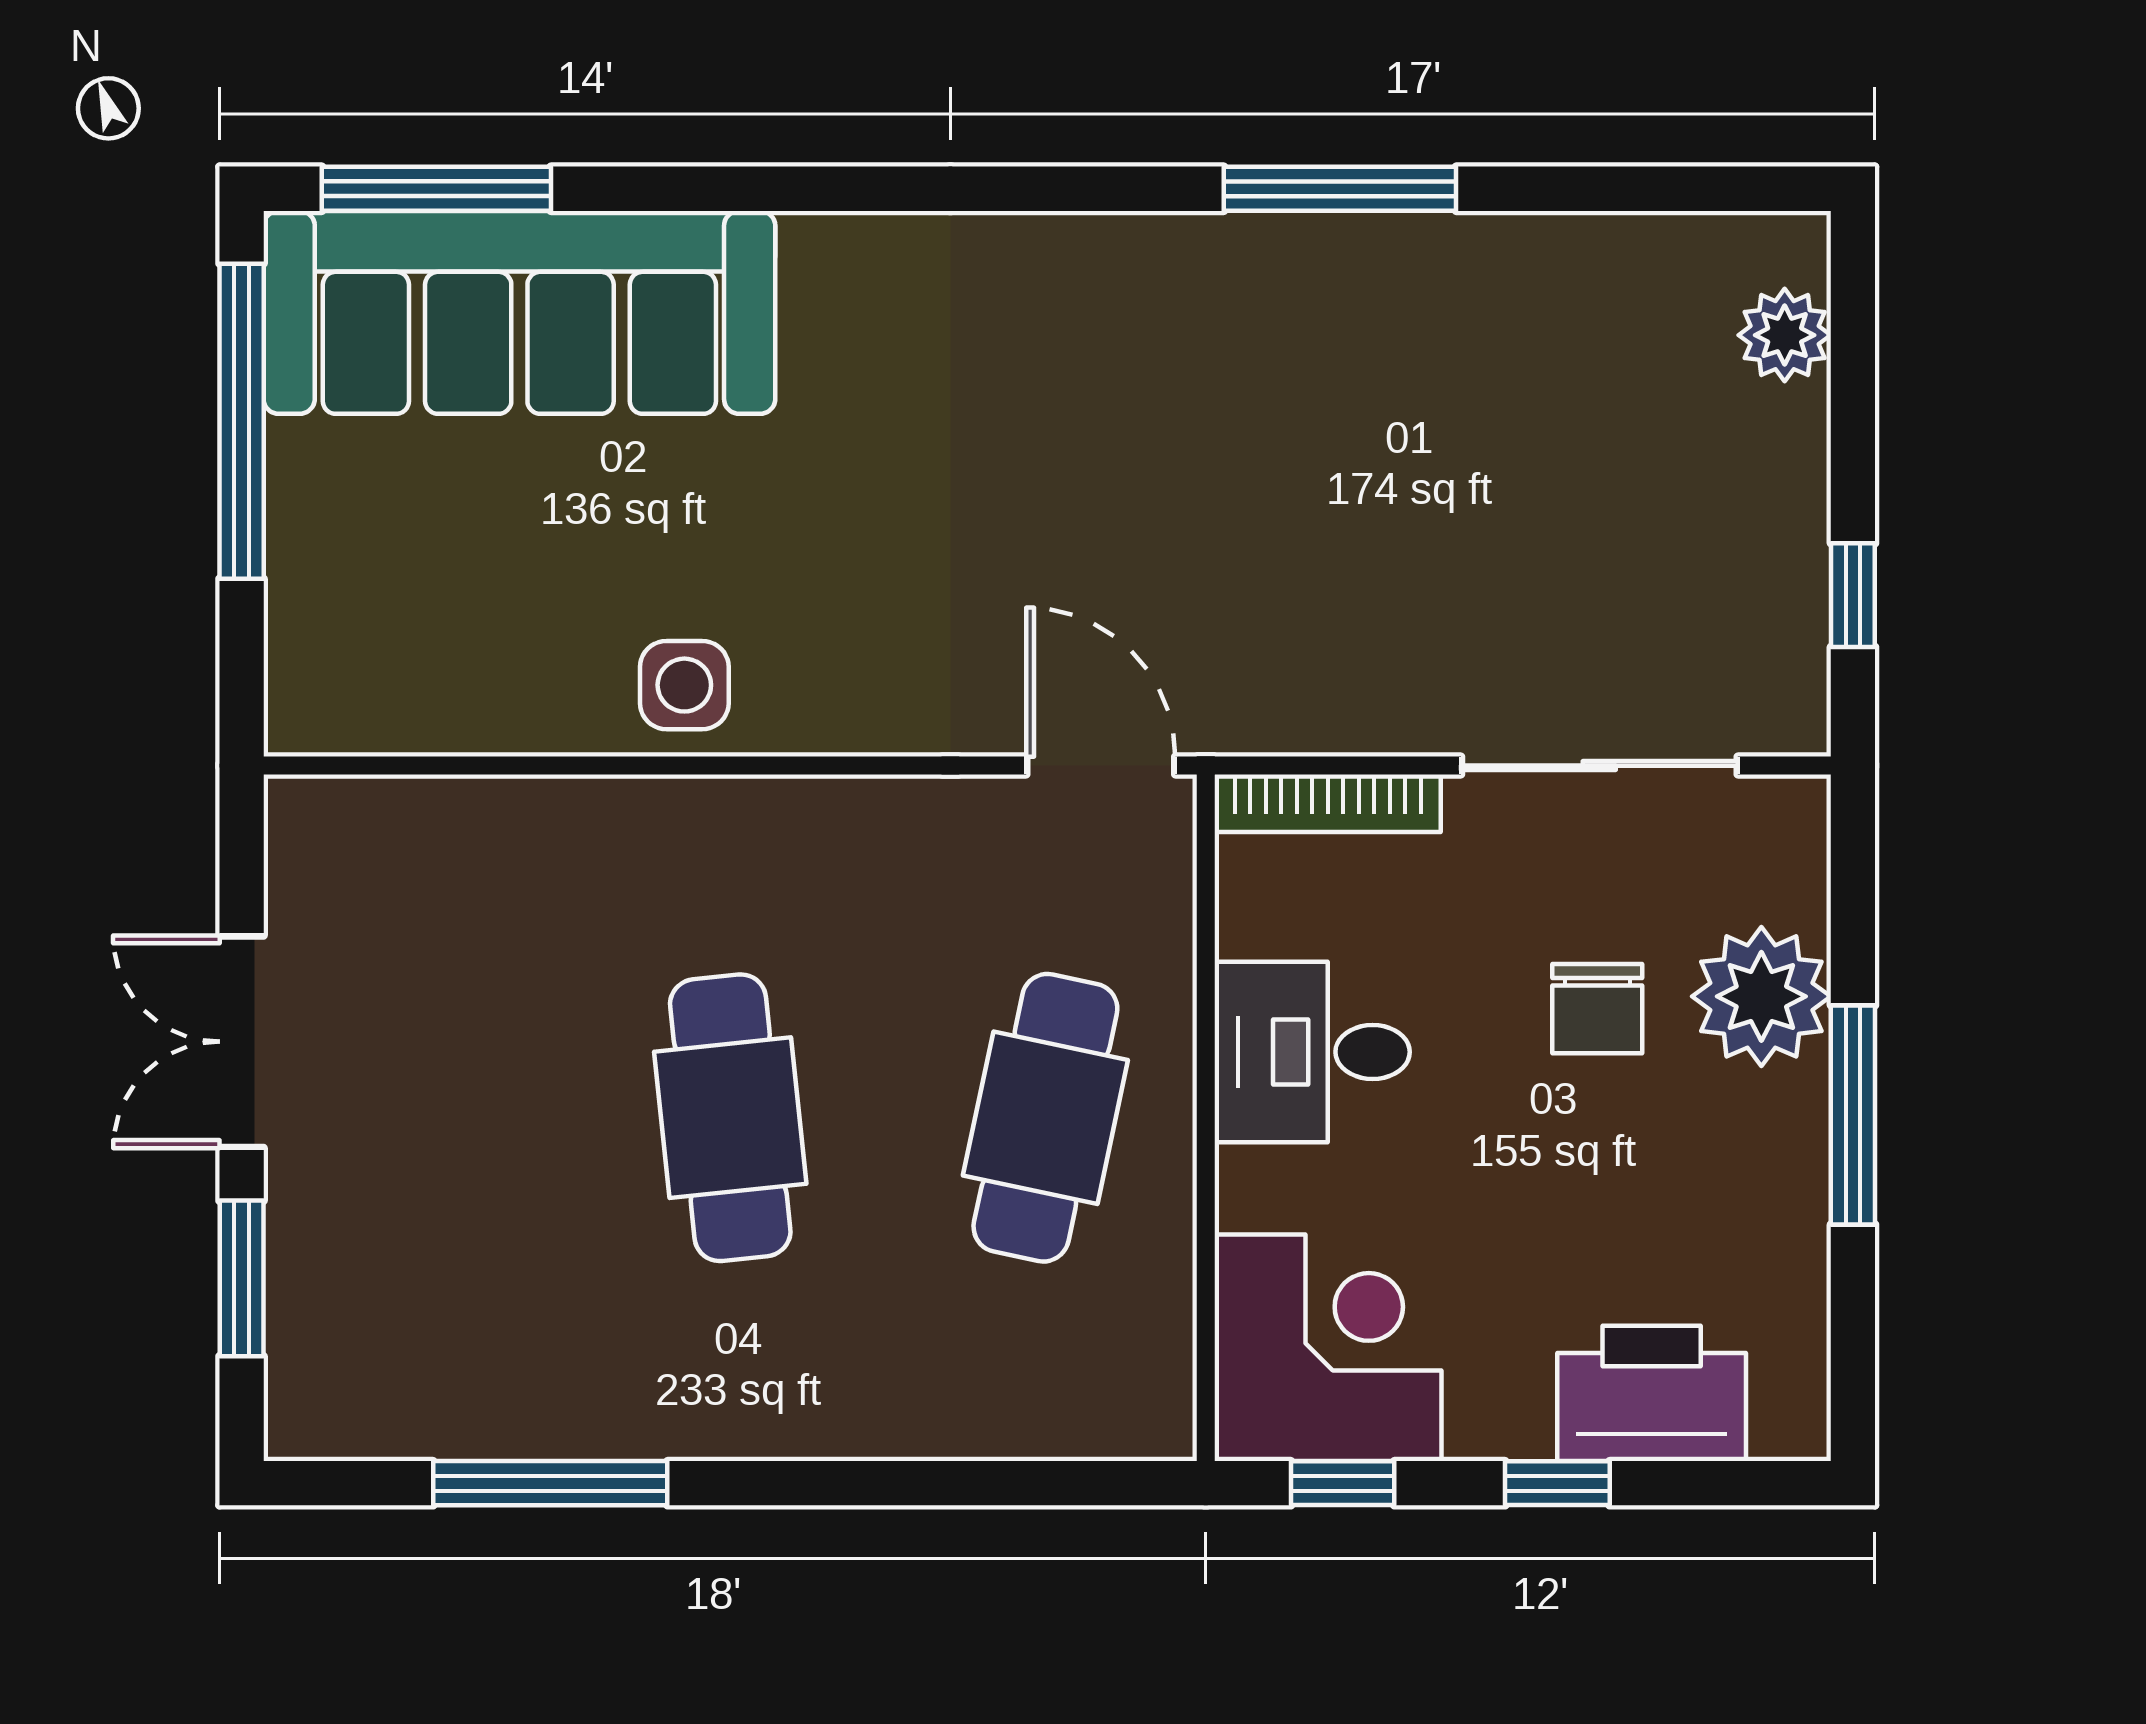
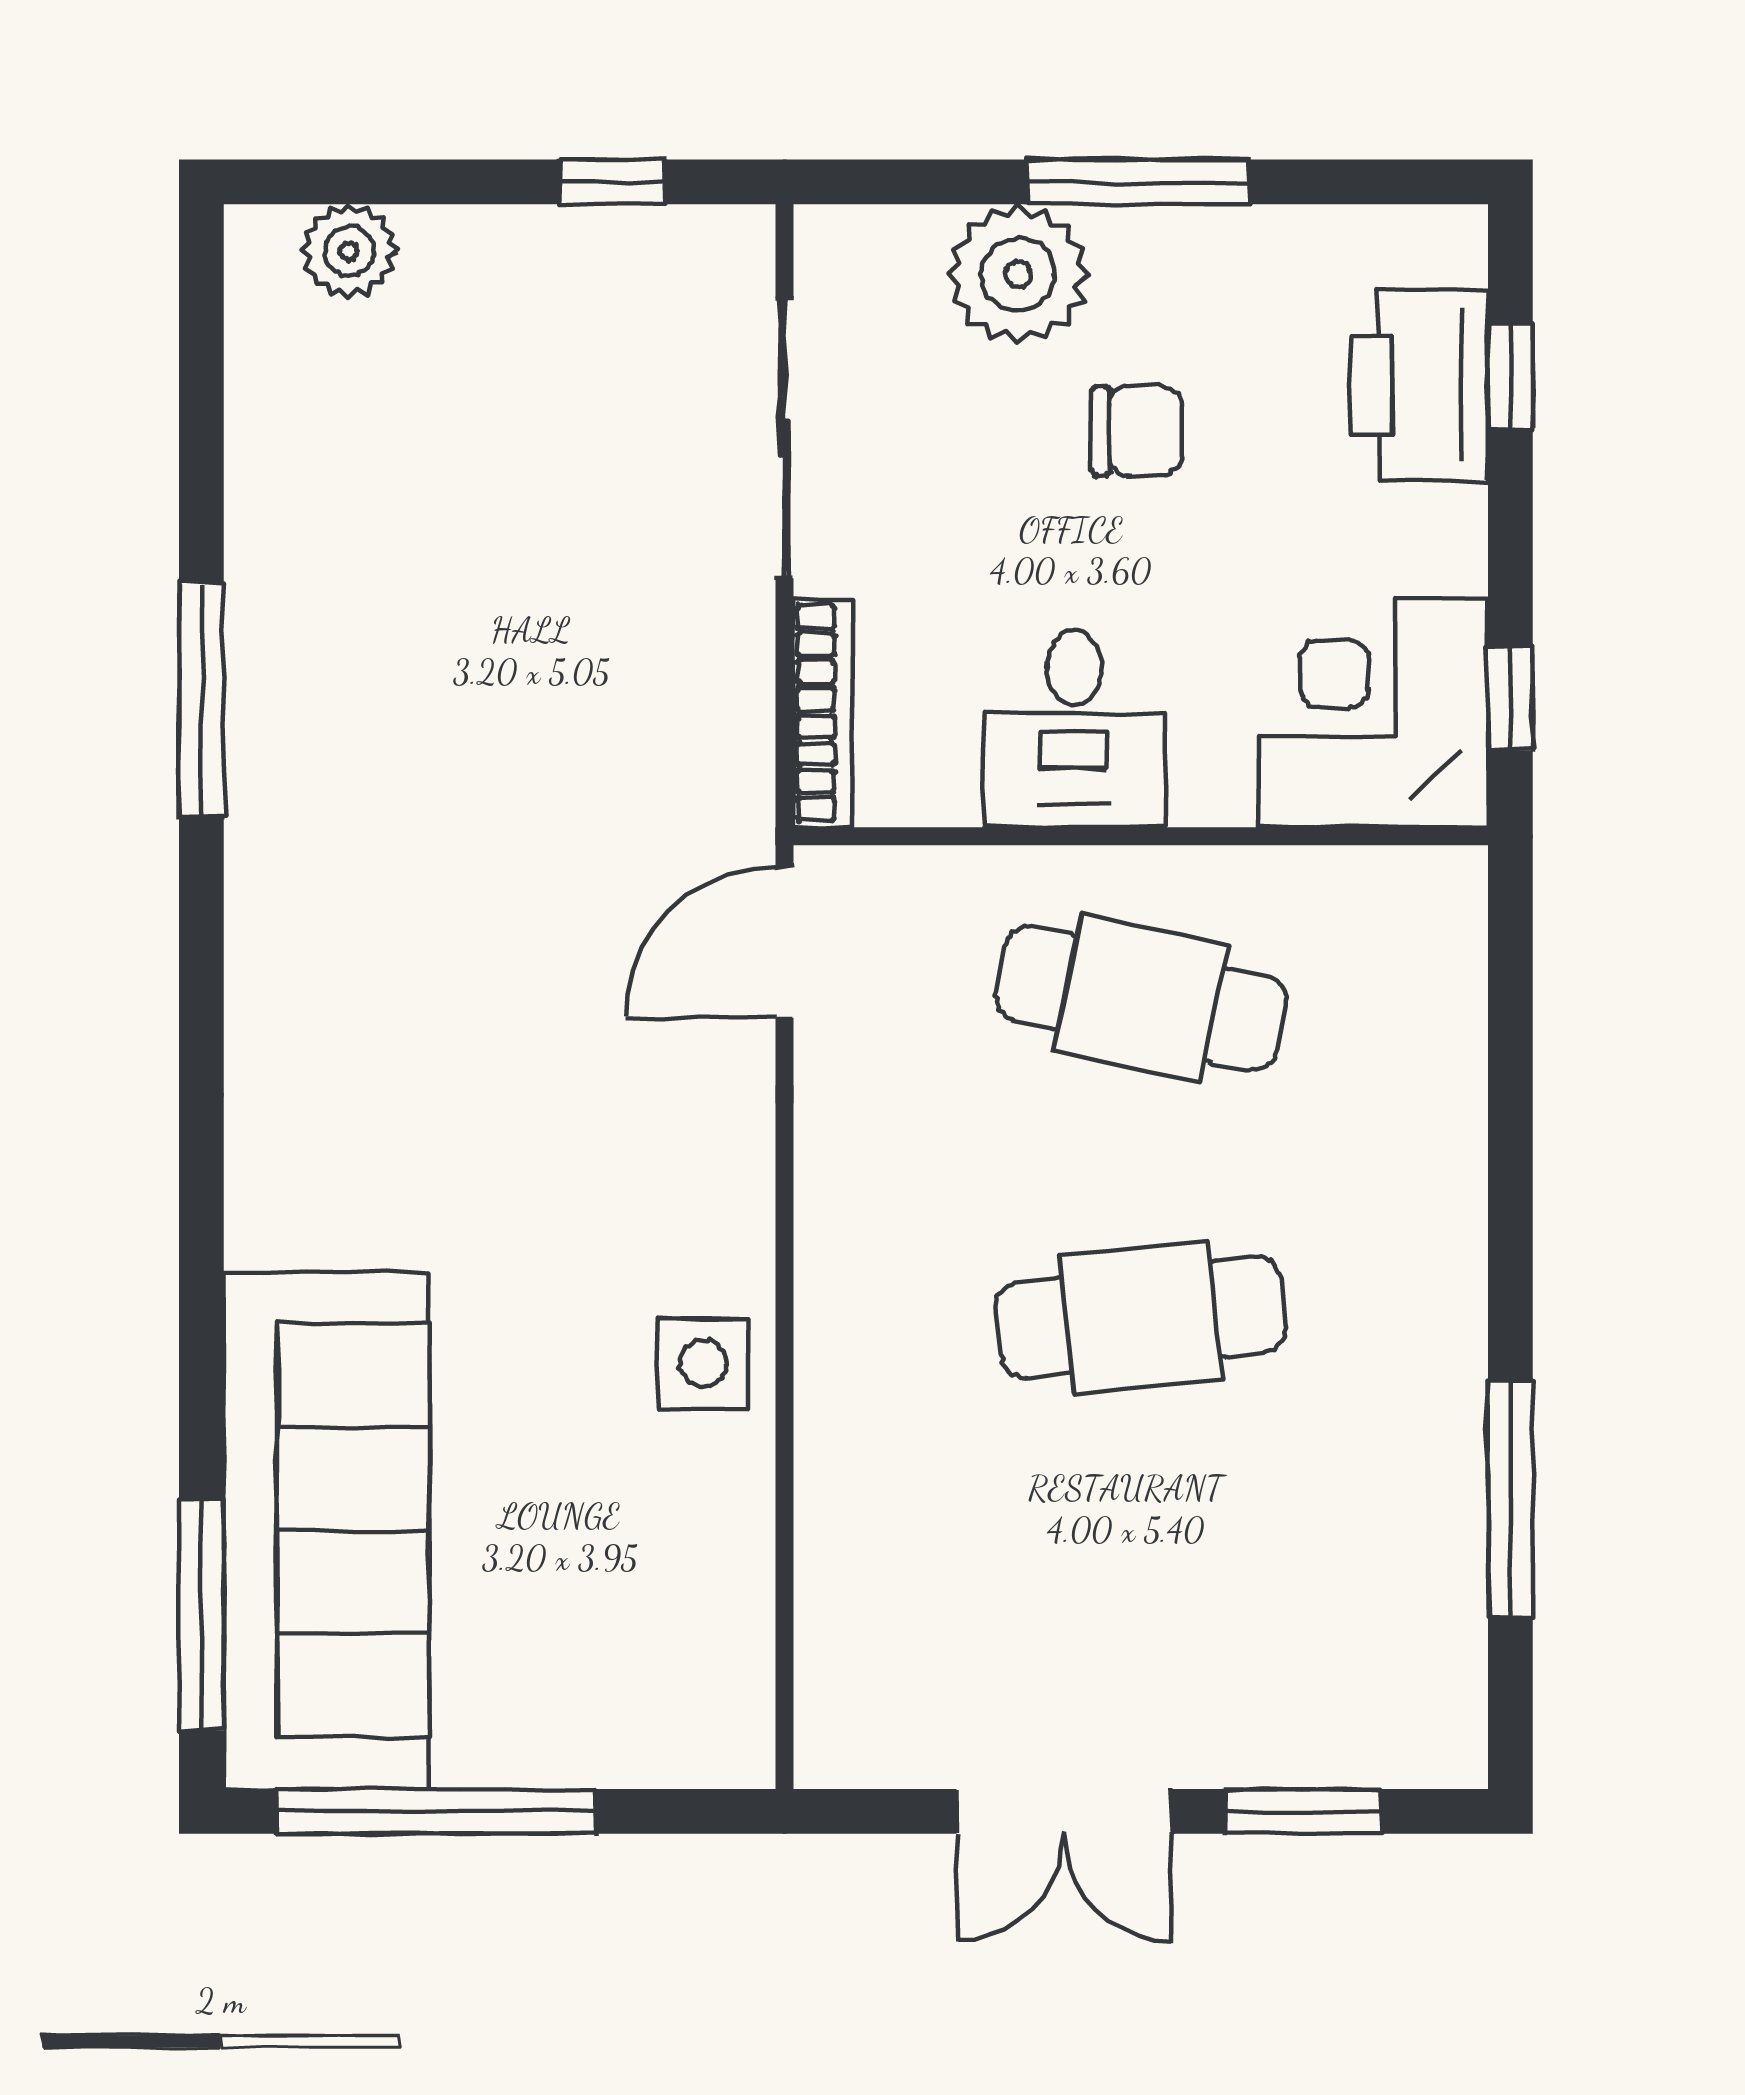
chair: (1597, 1009) -> (1137, 431), moved
window: (1557, 1483) -> (1510, 376), moved

